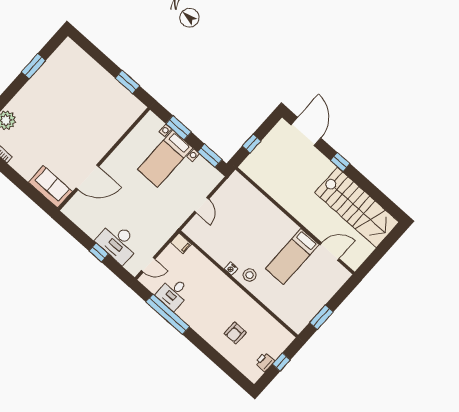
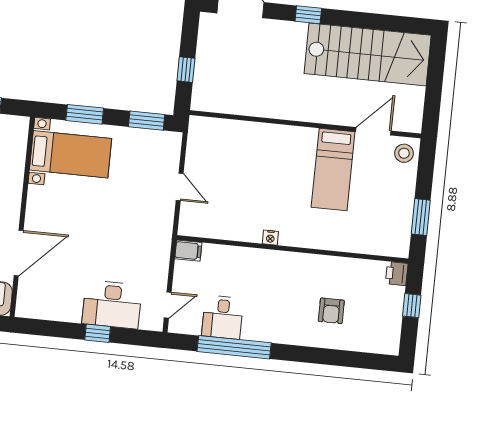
bed with nightstands: (165, 159) -> (71, 154), moved, turned -90
stool: (250, 275) -> (404, 153), moved
printer: (265, 362) -> (397, 274), moved

